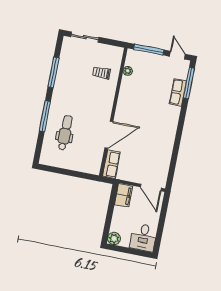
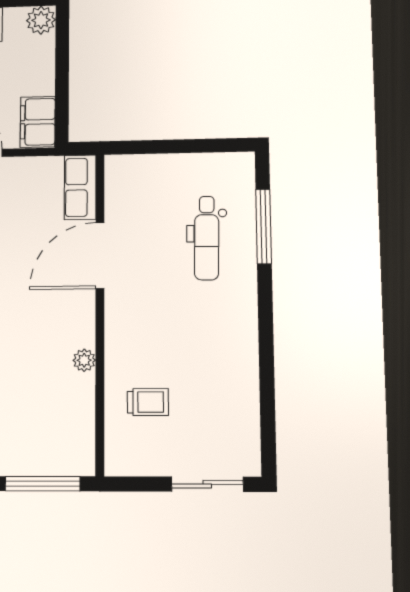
plant: (128, 71) -> (84, 360), moved
window: (53, 72) -> (267, 379), removed
window: (45, 116) -> (264, 226), moved

